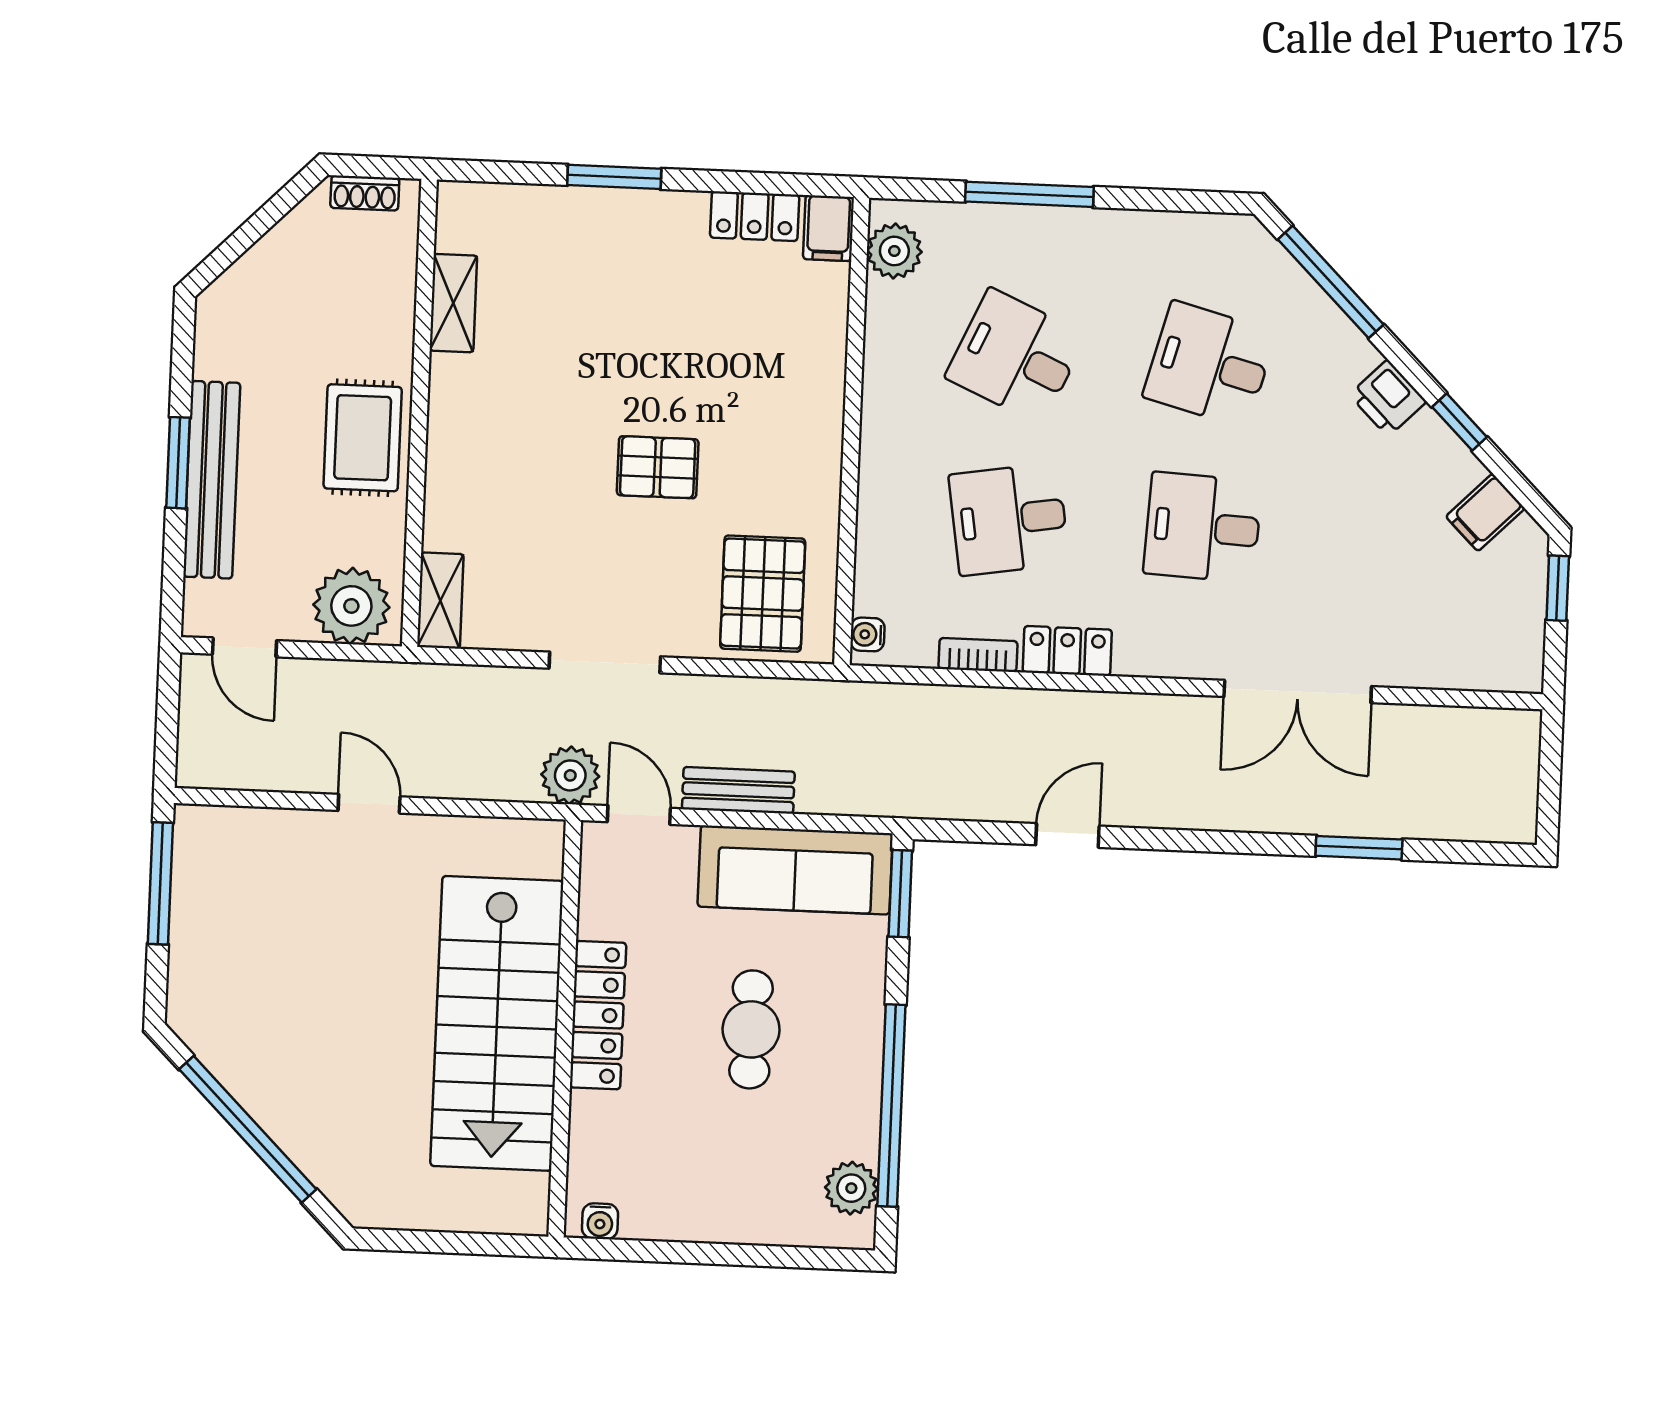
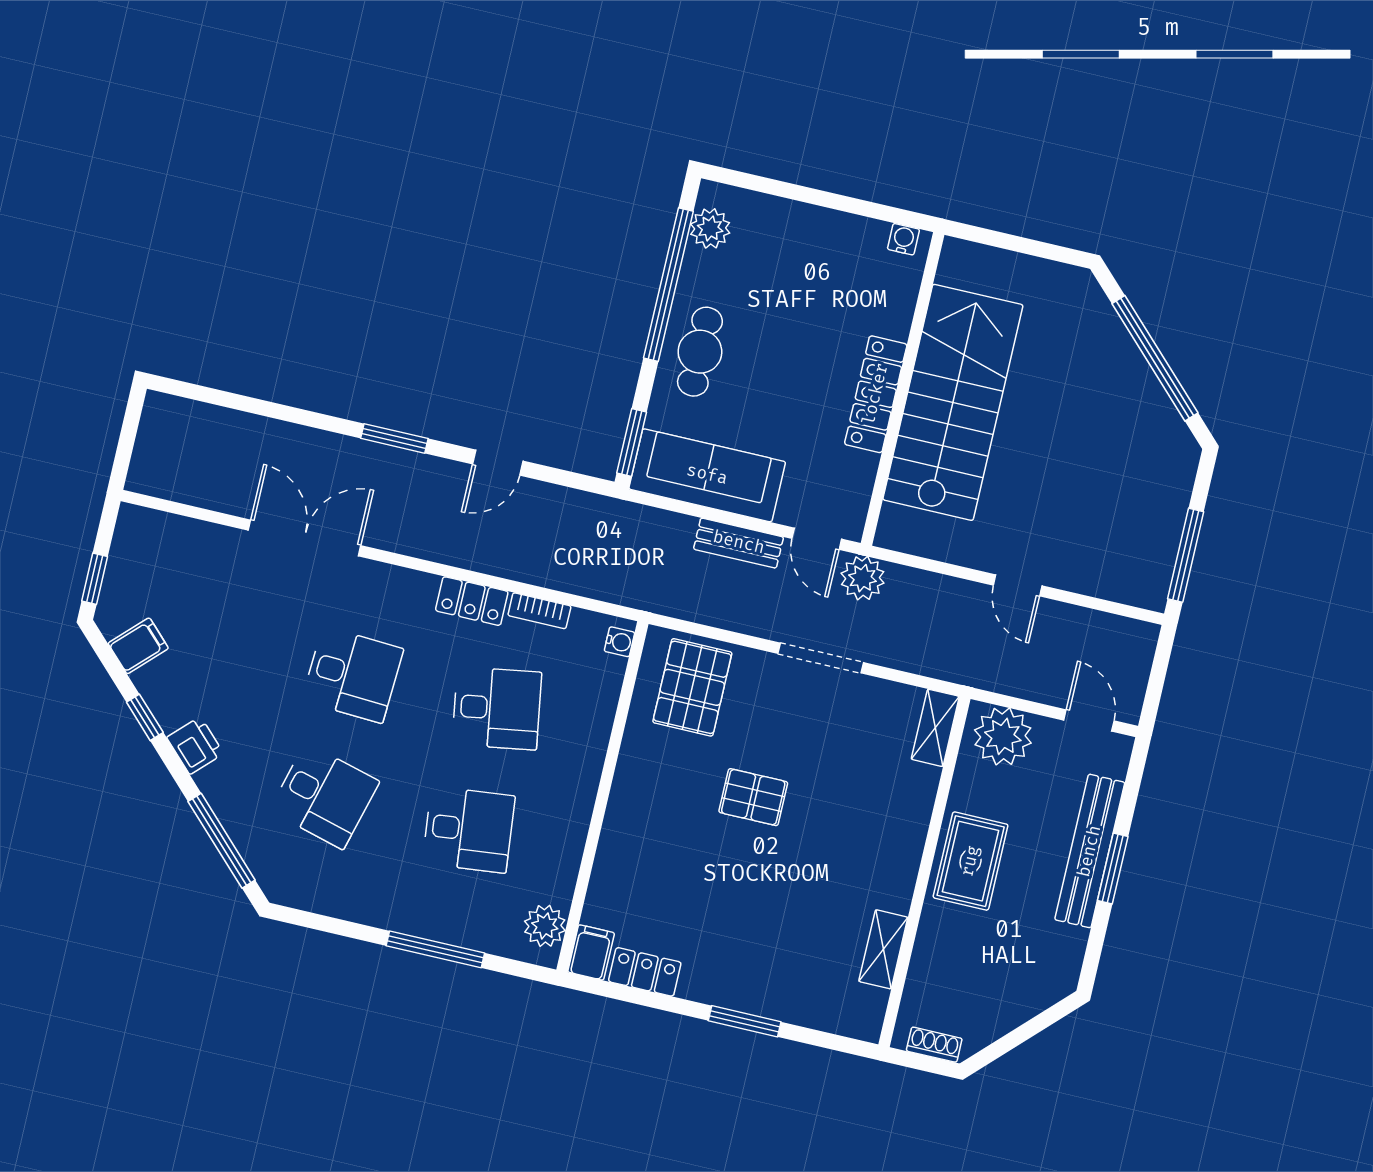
desk: (1016, 356) -> (469, 830), turned -30
window: (1359, 848) -> (394, 438), moved
cafe table: (751, 1029) -> (700, 352), moved

